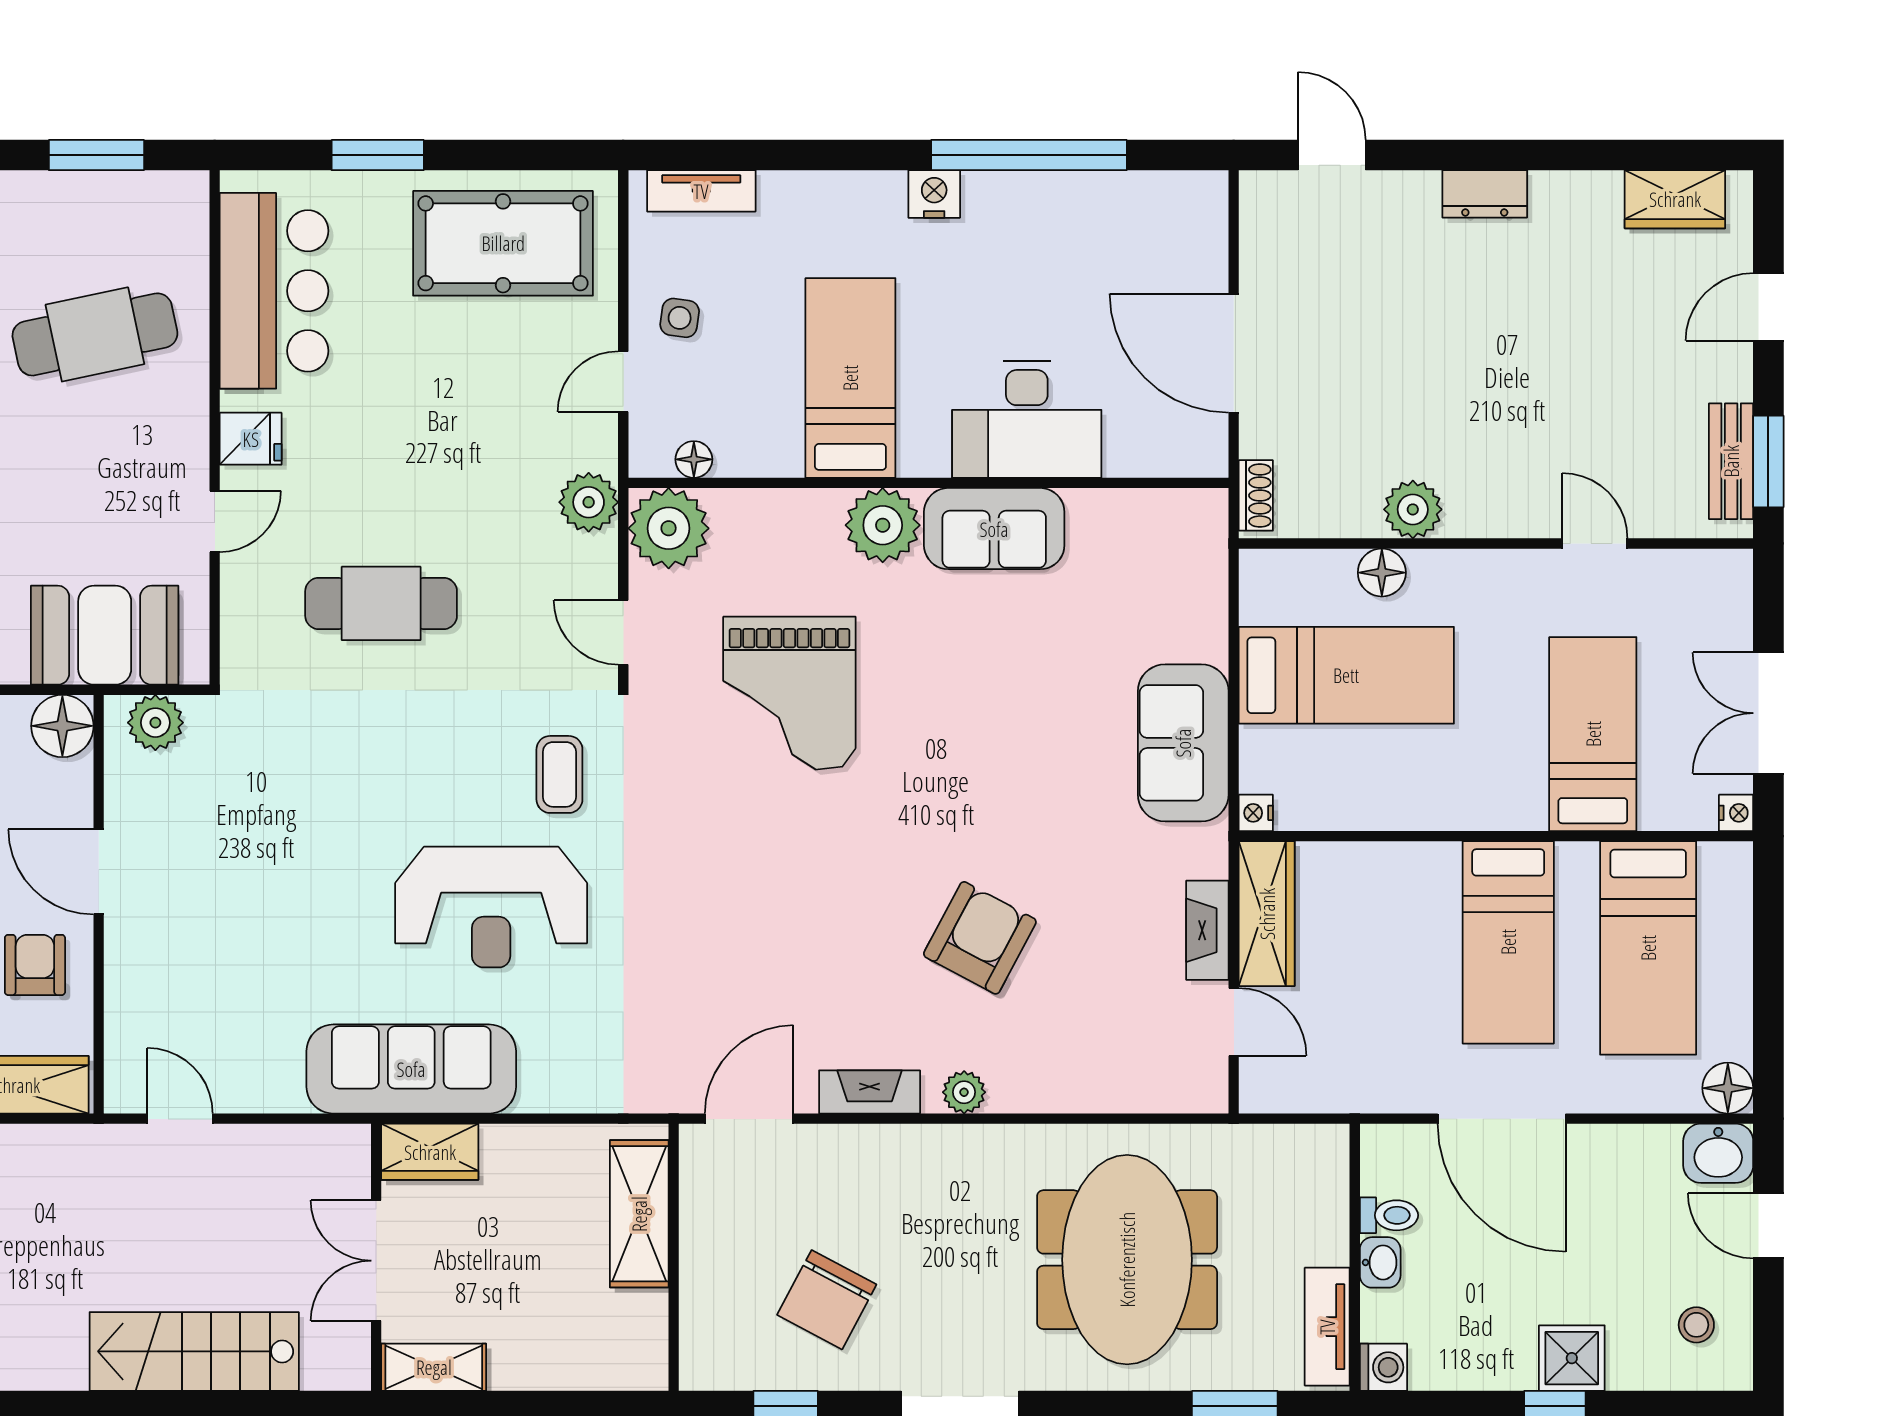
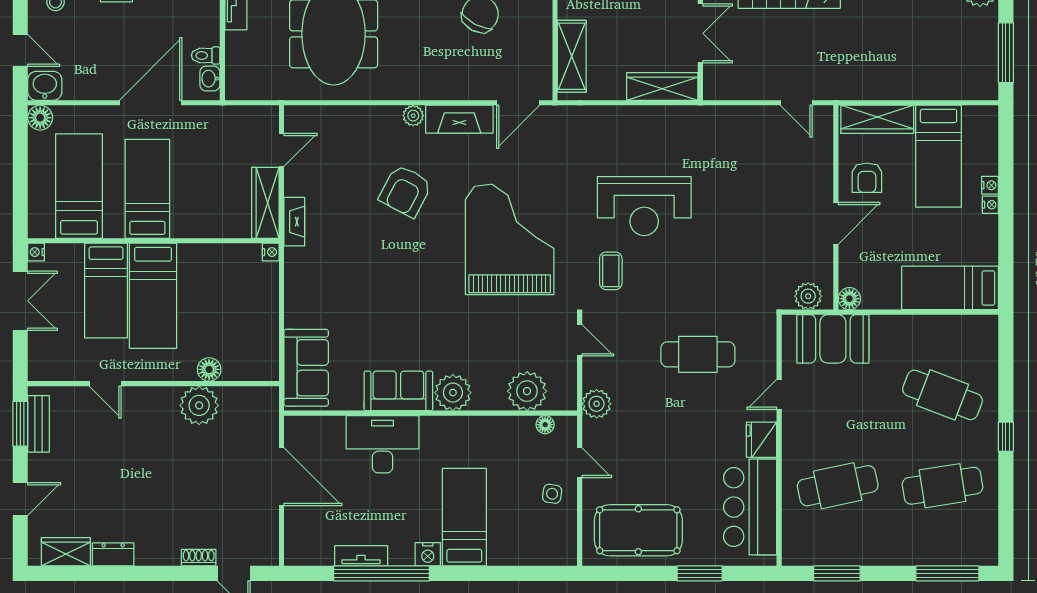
tv unit: (701, 191) -> (361, 556), moved
dresser: (1485, 194) -> (113, 554), moved
bed: (850, 378) -> (464, 517), moved, turned 180
door: (623, 382) -> (580, 463), hinge flipped
fridge: (251, 439) -> (762, 440), width x1.38
shoe rack: (1256, 495) -> (199, 558), moved, turned 90
plant: (1413, 509) -> (199, 405), width x1.36, depth x1.36
plant: (669, 528) -> (527, 391), moved
bed: (1346, 675) -> (153, 296), moved, turned -90
grand piano: (789, 693) -> (510, 239), moved, width x1.37, depth x1.48
floor lamp: (62, 726) -> (849, 299), width x0.73, depth x0.73
sofa: (1183, 743) -> (306, 368), moved
door: (99, 872) -> (836, 223), hinge flipped
reception desk: (491, 907) -> (644, 206), turned 180
fireplace: (1207, 930) -> (294, 222), moved
door: (1234, 1022) -> (281, 150), swing flipped
sofa: (411, 1069) -> (683, 127), removed
fireplace: (870, 1092) -> (459, 119), width x1.37, depth x1.32
door: (1502, 1119) -> (151, 103), hinge flipped
wardrobe: (430, 1152) -> (662, 87), width x1.50
washbasin: (1380, 1262) -> (210, 79), moved

